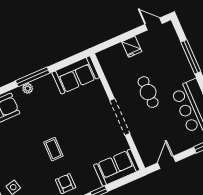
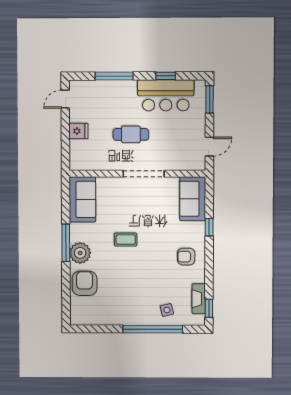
plant: (28, 88) -> (80, 253), width x1.88, depth x1.88
coffee table: (53, 149) -> (126, 240), moved
door: (167, 162) -> (209, 147), swing flipped

